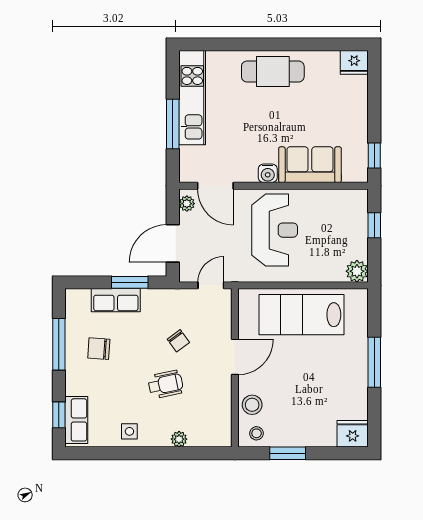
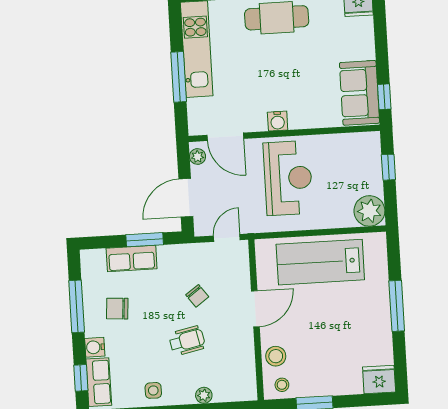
sofa: (310, 165) -> (360, 93), moved, turned -90
plant: (357, 271) -> (369, 211), width x1.36, depth x1.36
water cooler: (74, 385) -> (95, 347), added

